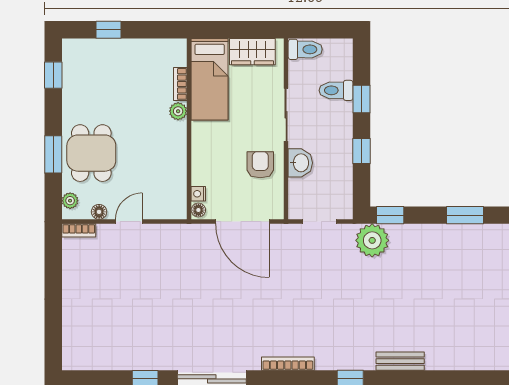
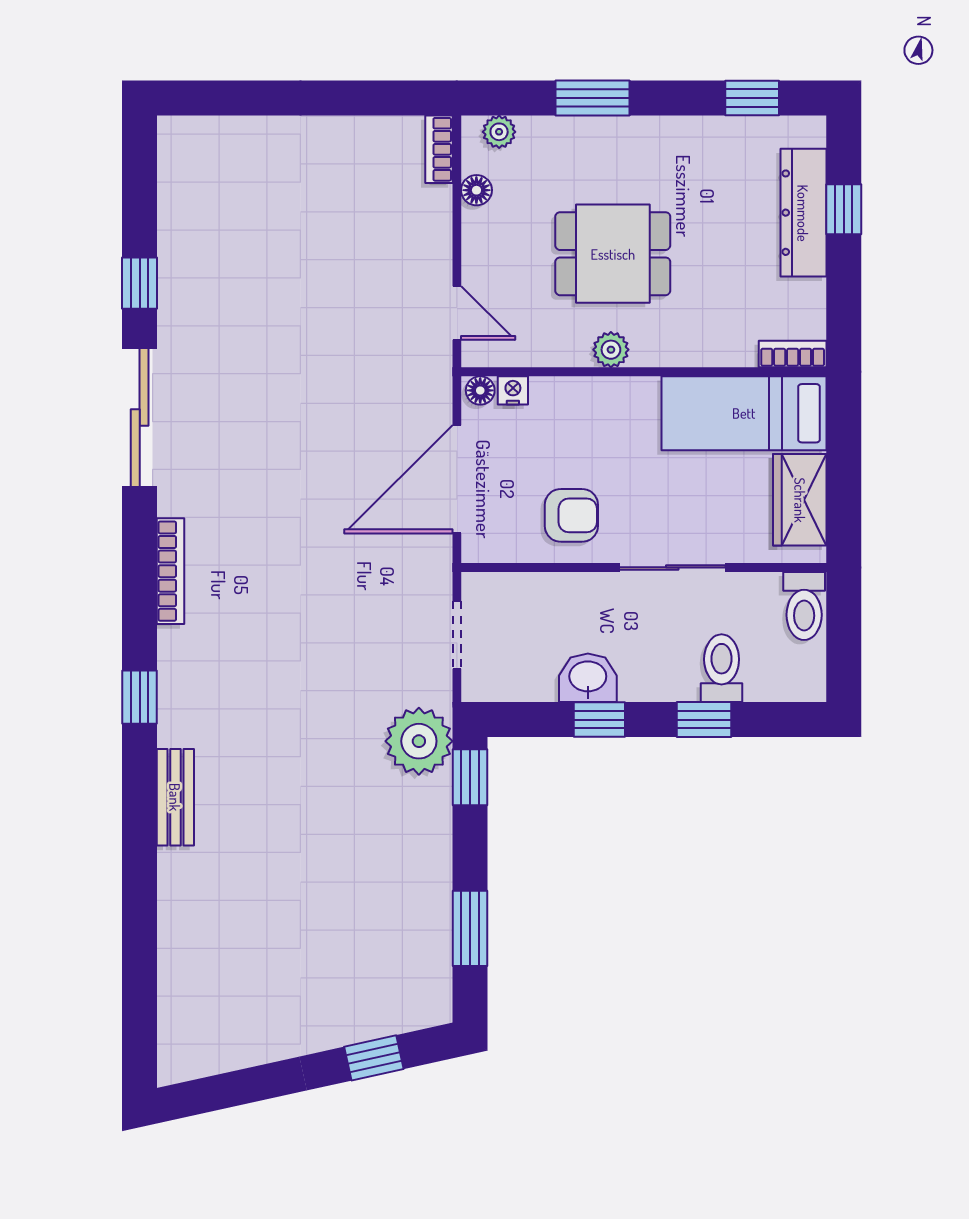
dresser: (110, 50) -> (803, 213), added
bookcase: (180, 84) -> (793, 354), moved
plant: (178, 111) -> (611, 350), moved
dining table: (91, 153) -> (613, 254), moved
washbasin: (300, 163) -> (588, 678), moved, turned 180
door: (129, 222) -> (457, 313), moved

